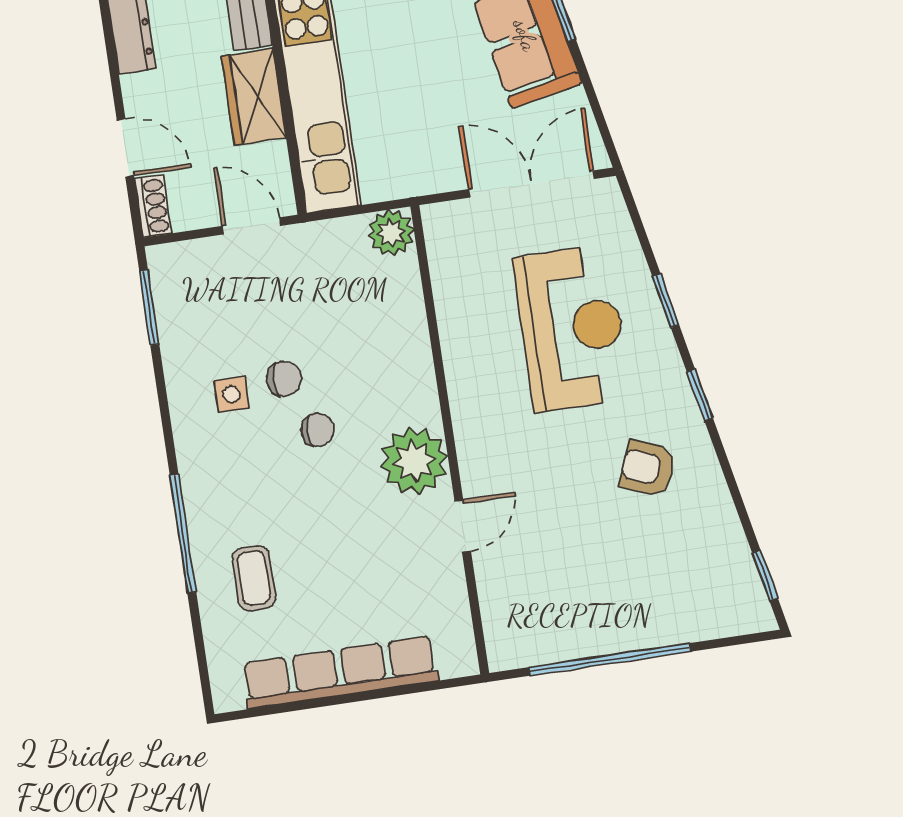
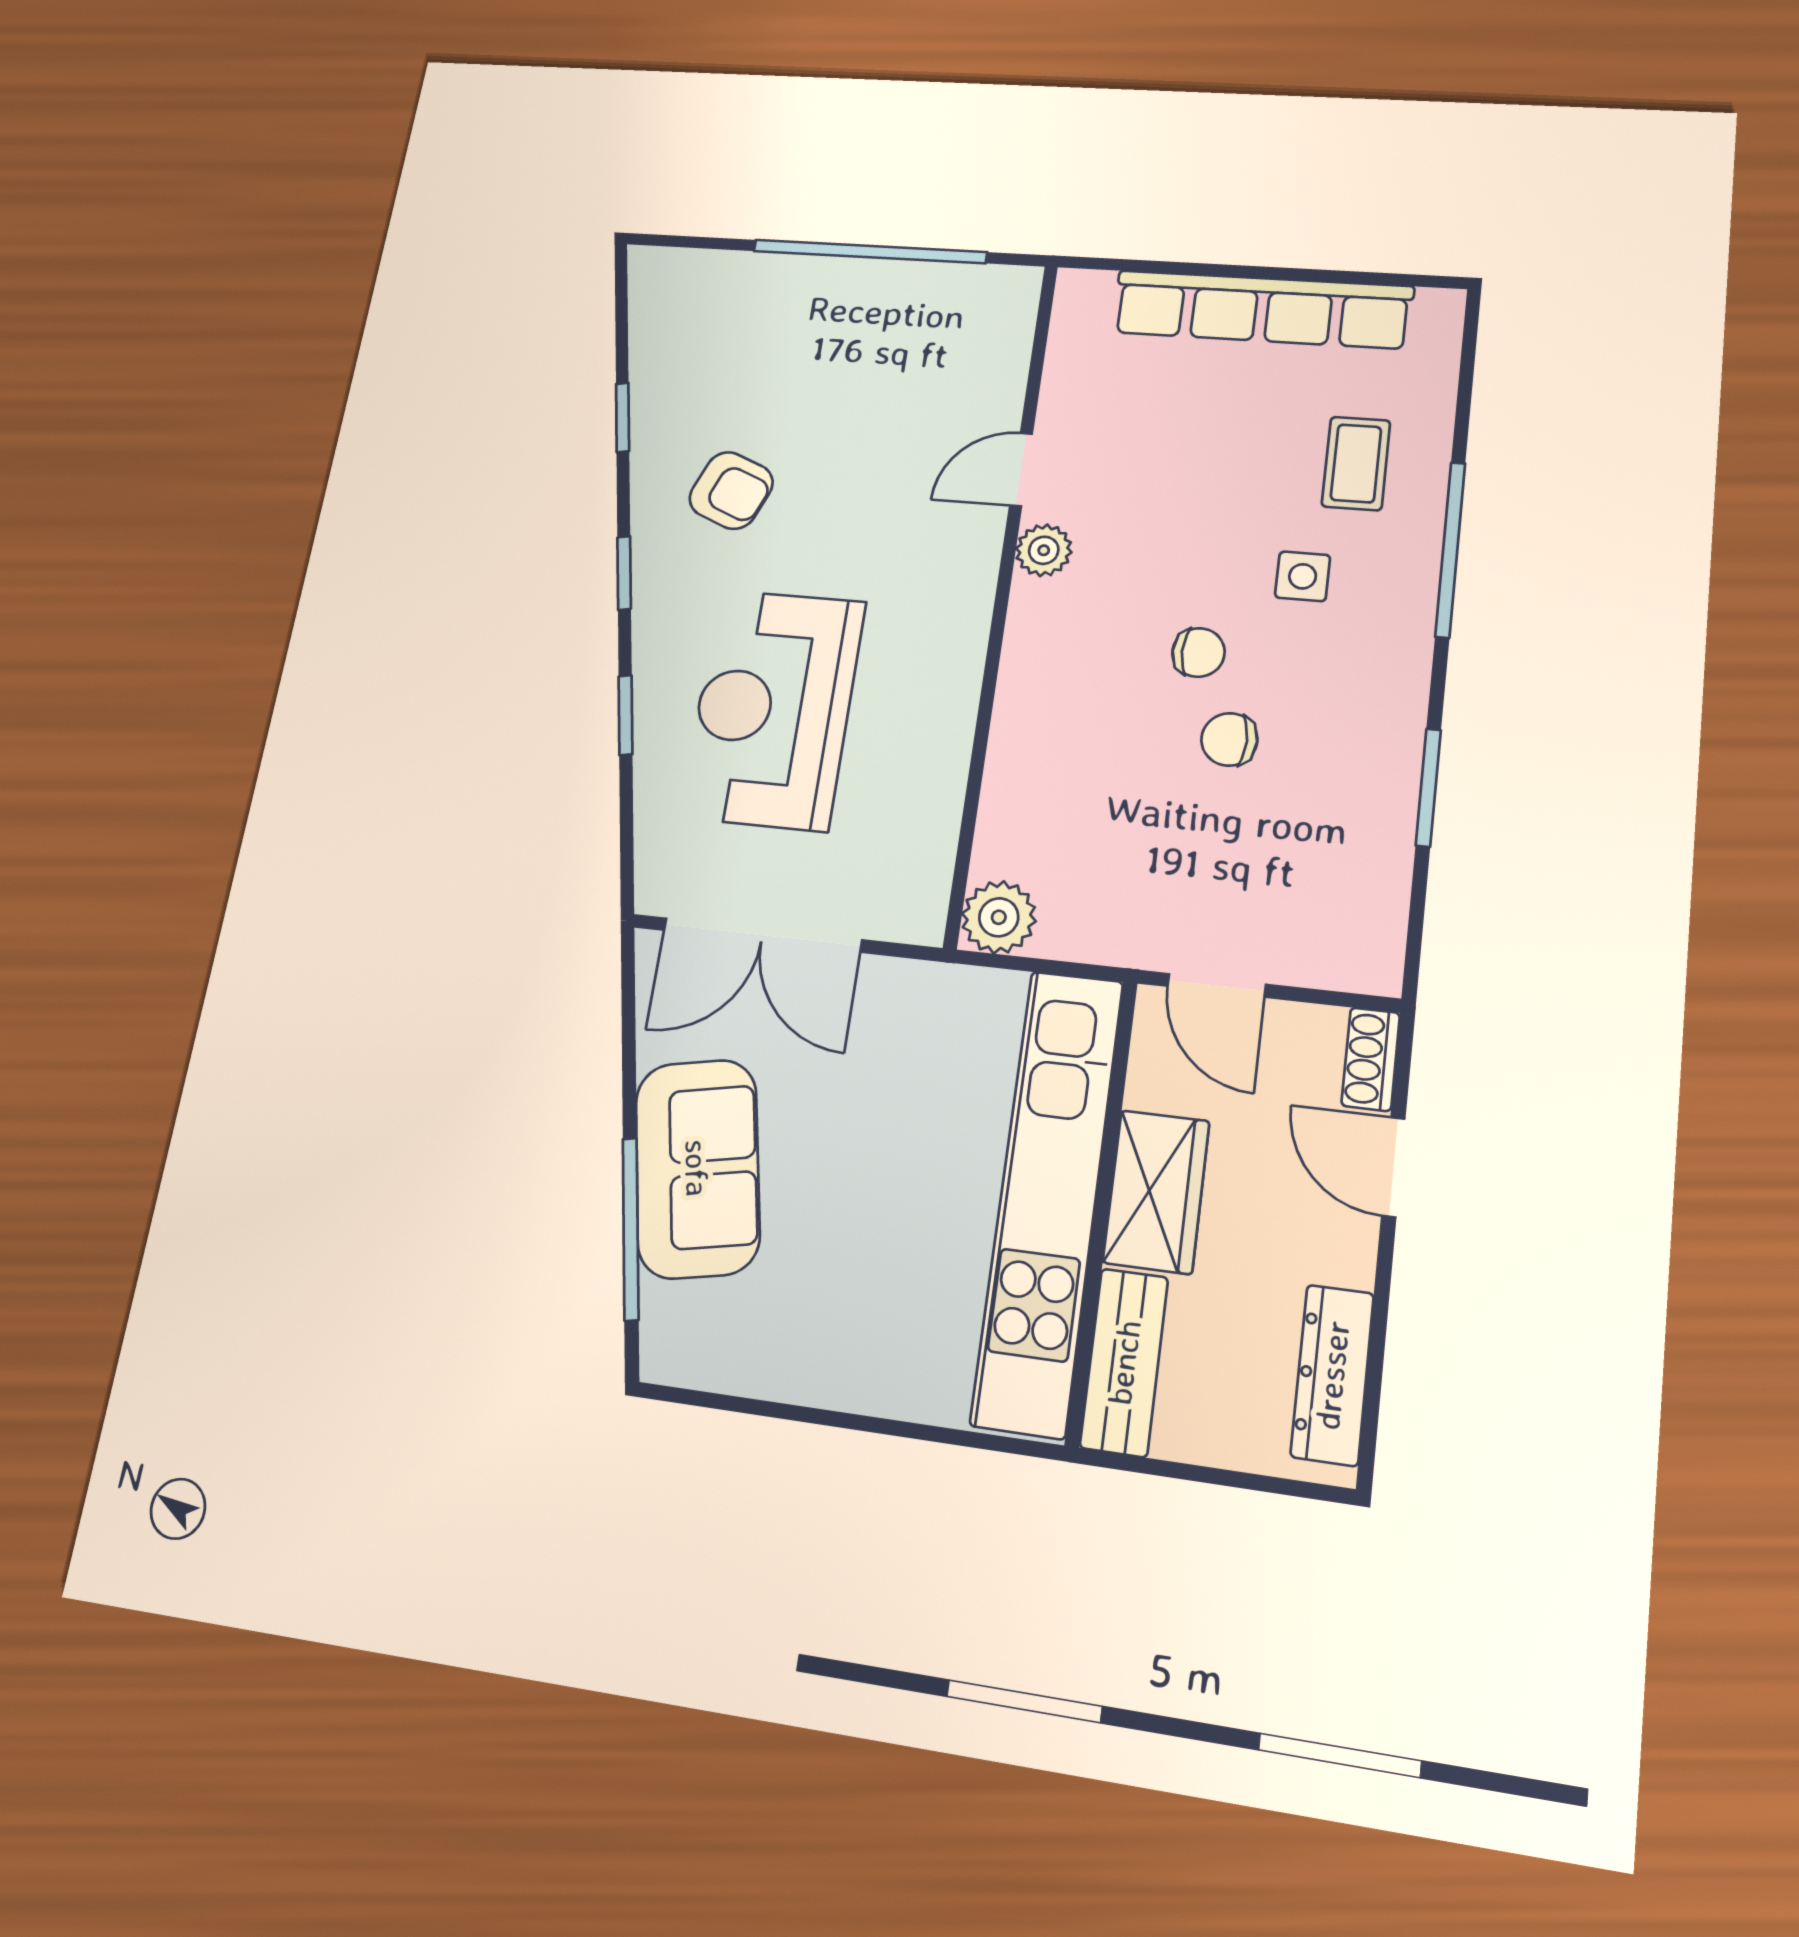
window: (149, 308) -> (1428, 787), moved
side table: (232, 395) -> (1303, 576), moved
chair: (317, 430) -> (1198, 652), turned 180
plant: (414, 461) -> (1044, 550), width x0.53, depth x0.53
window: (765, 576) -> (623, 417), moved

